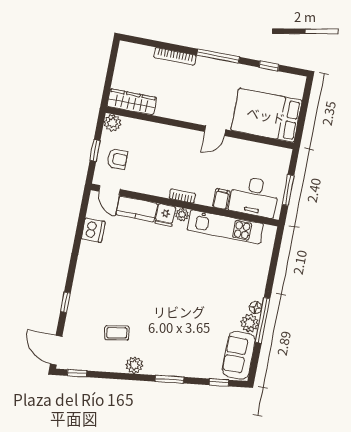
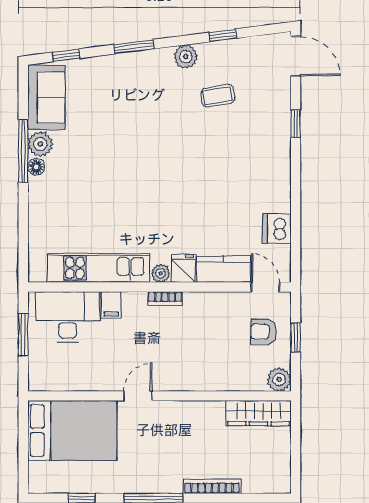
window: (77, 373) -> (223, 35), moved

